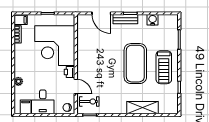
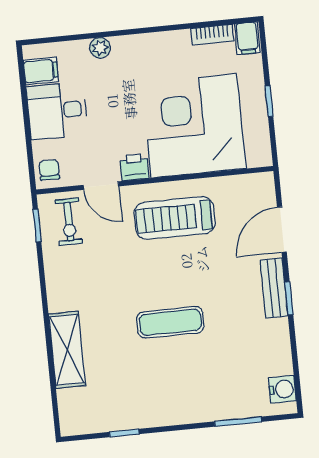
water cooler: (153, 20) -> (282, 389), moved
exercise mat: (135, 64) -> (170, 322), width x0.50, depth x0.69
treadmill: (164, 67) -> (175, 218), moved
door: (76, 87) -> (101, 186), hinge flipped

